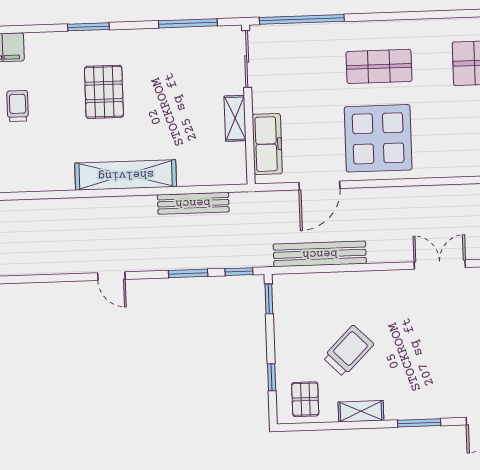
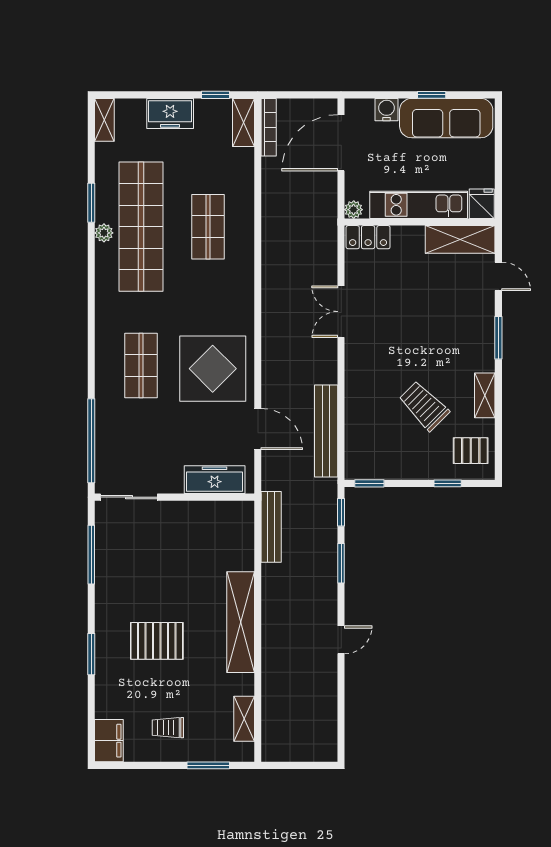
shelving: (235, 118) -> (244, 719), moved, turned 90
bench: (193, 203) -> (271, 527), moved

